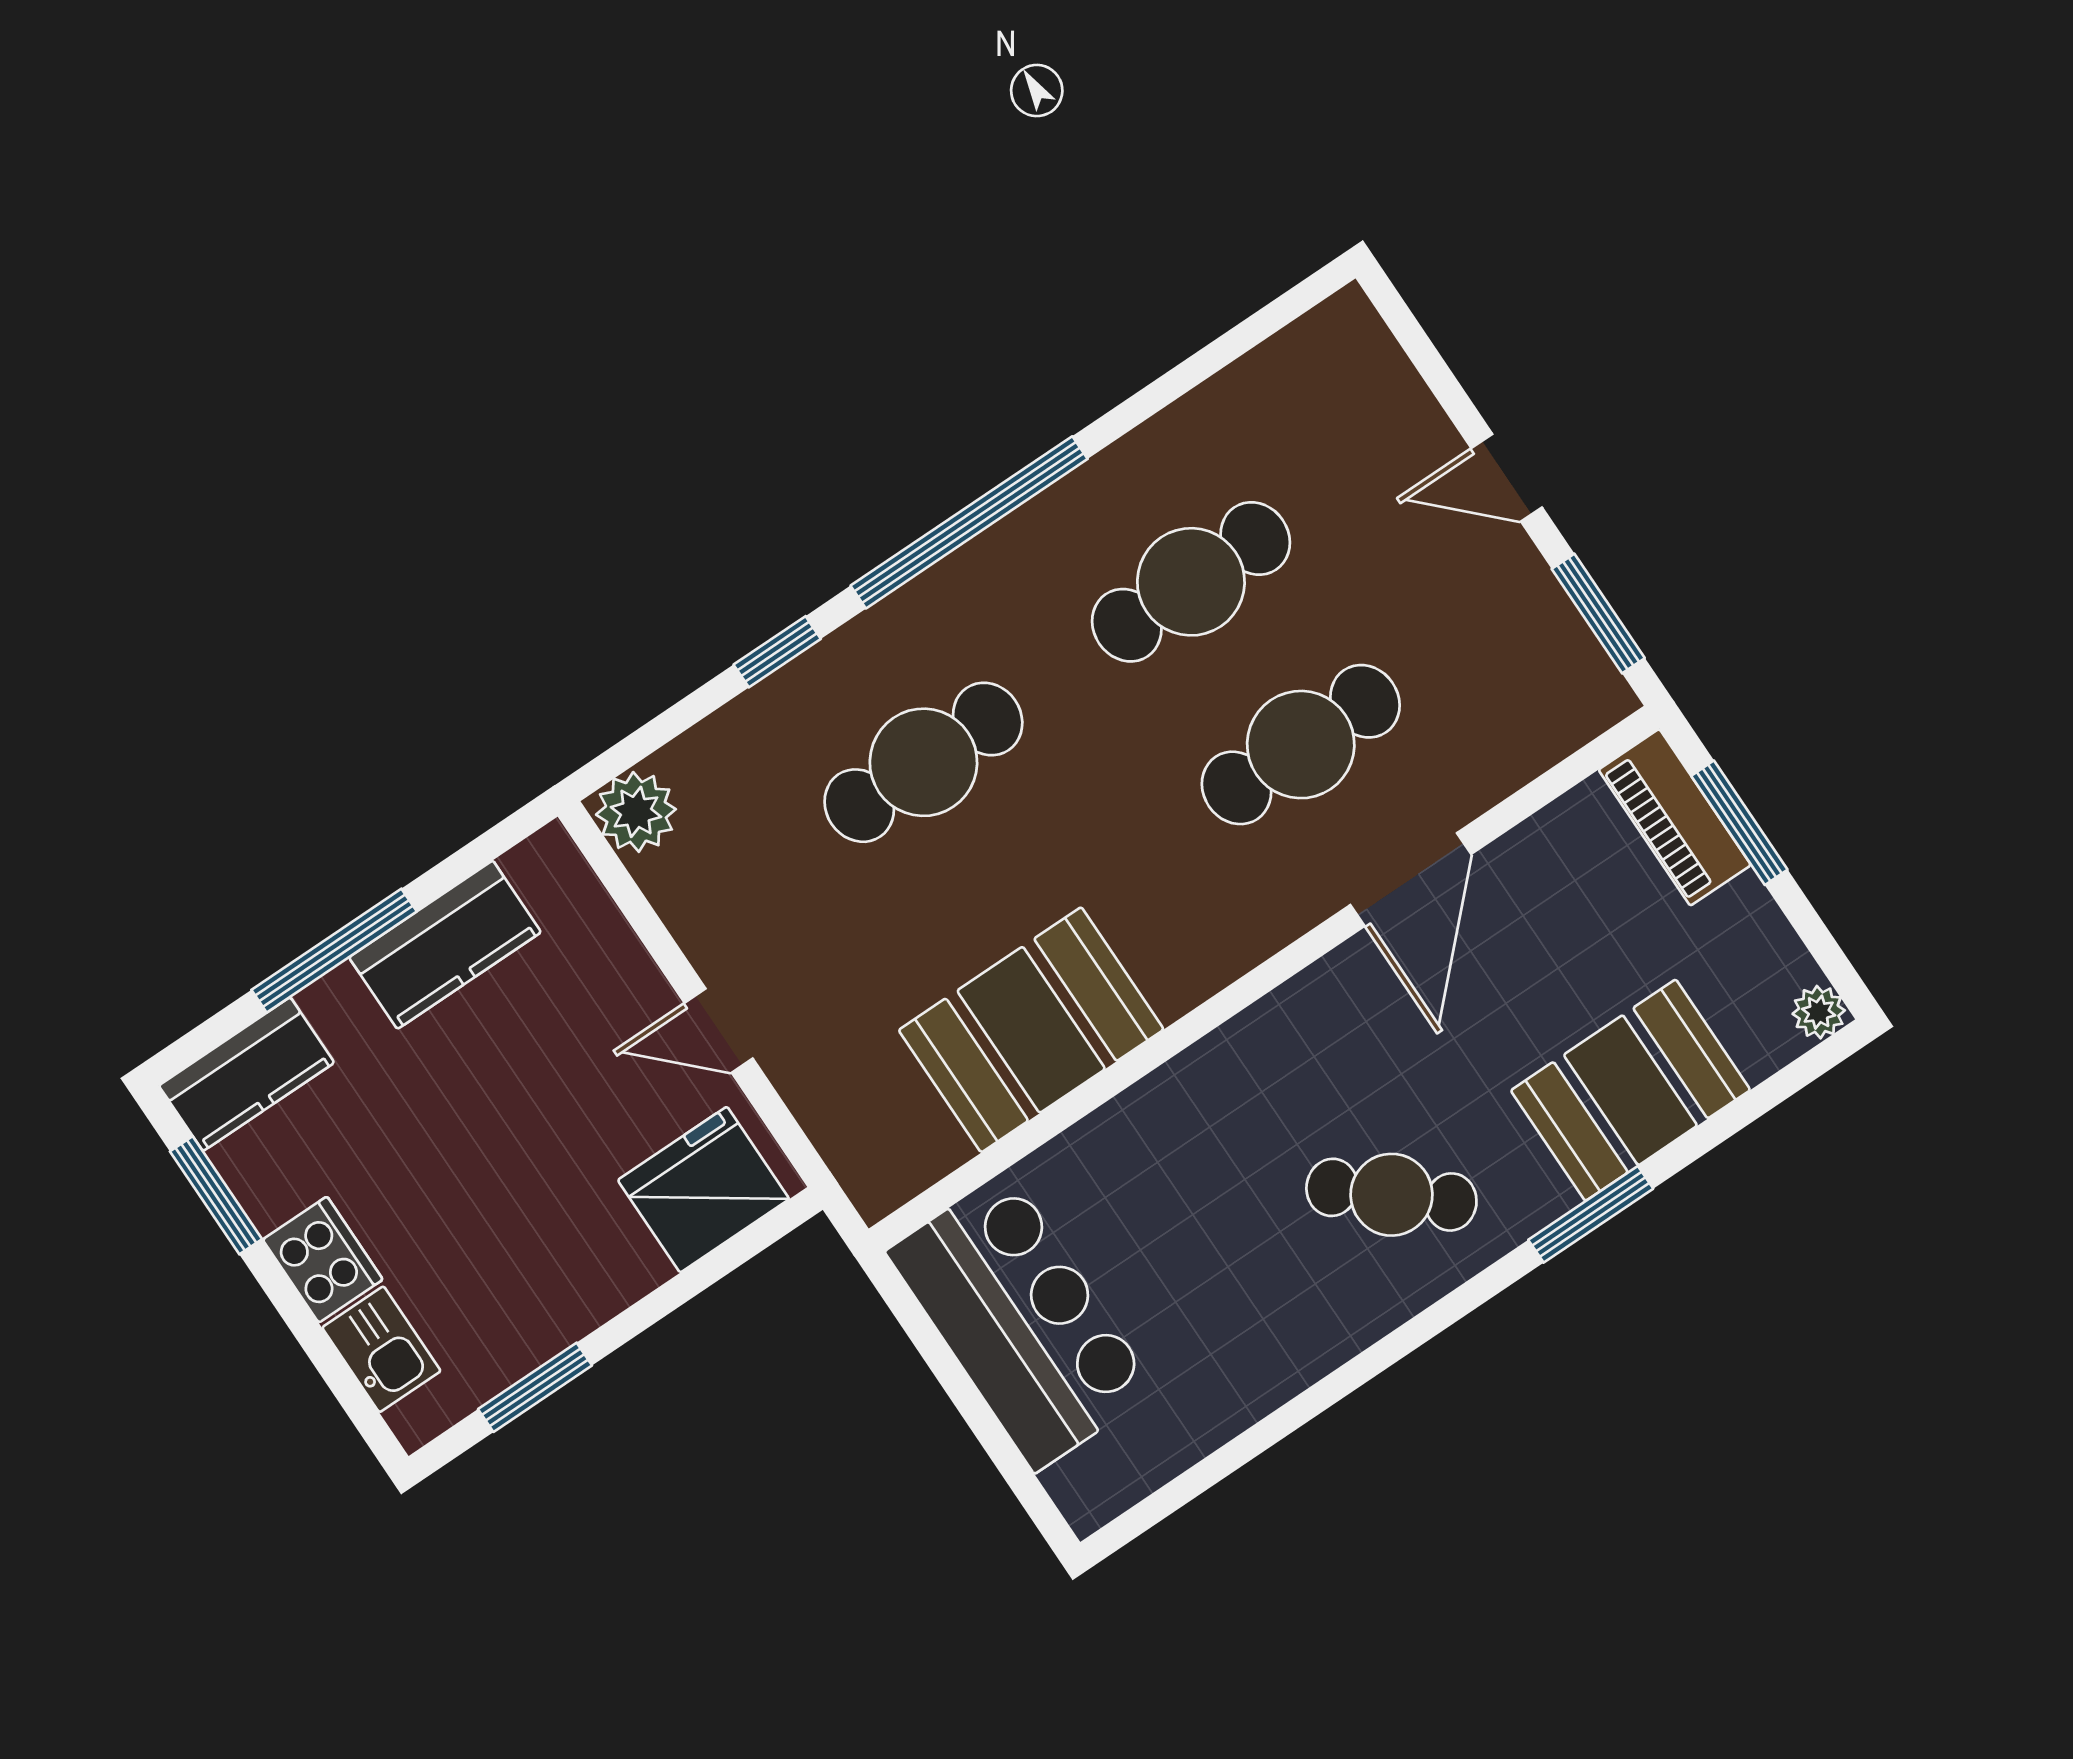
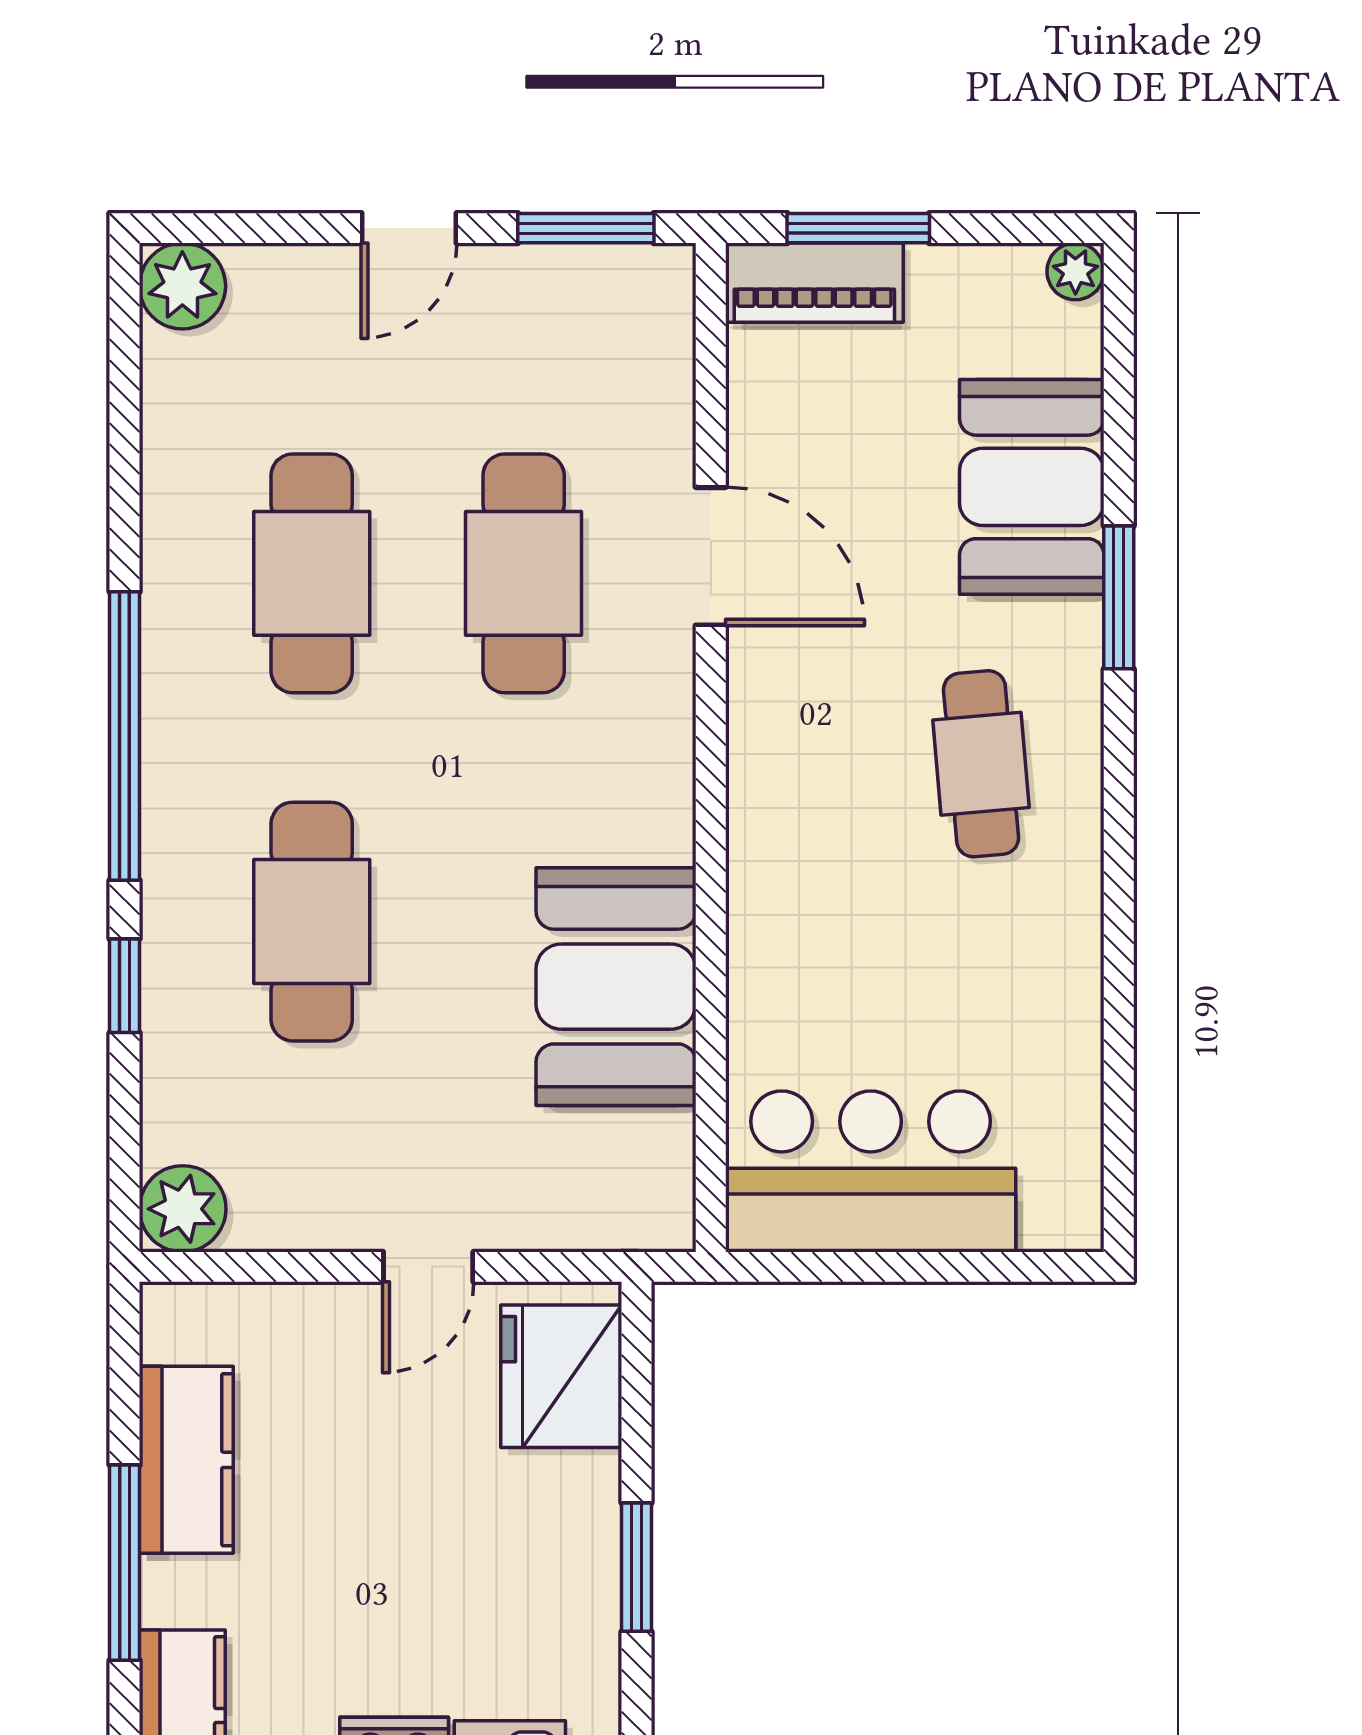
plant: (1345, 334) -> (182, 286), added
cafe table: (1391, 1195) -> (981, 764), turned -46
window: (535, 1387) -> (636, 1567), moved

